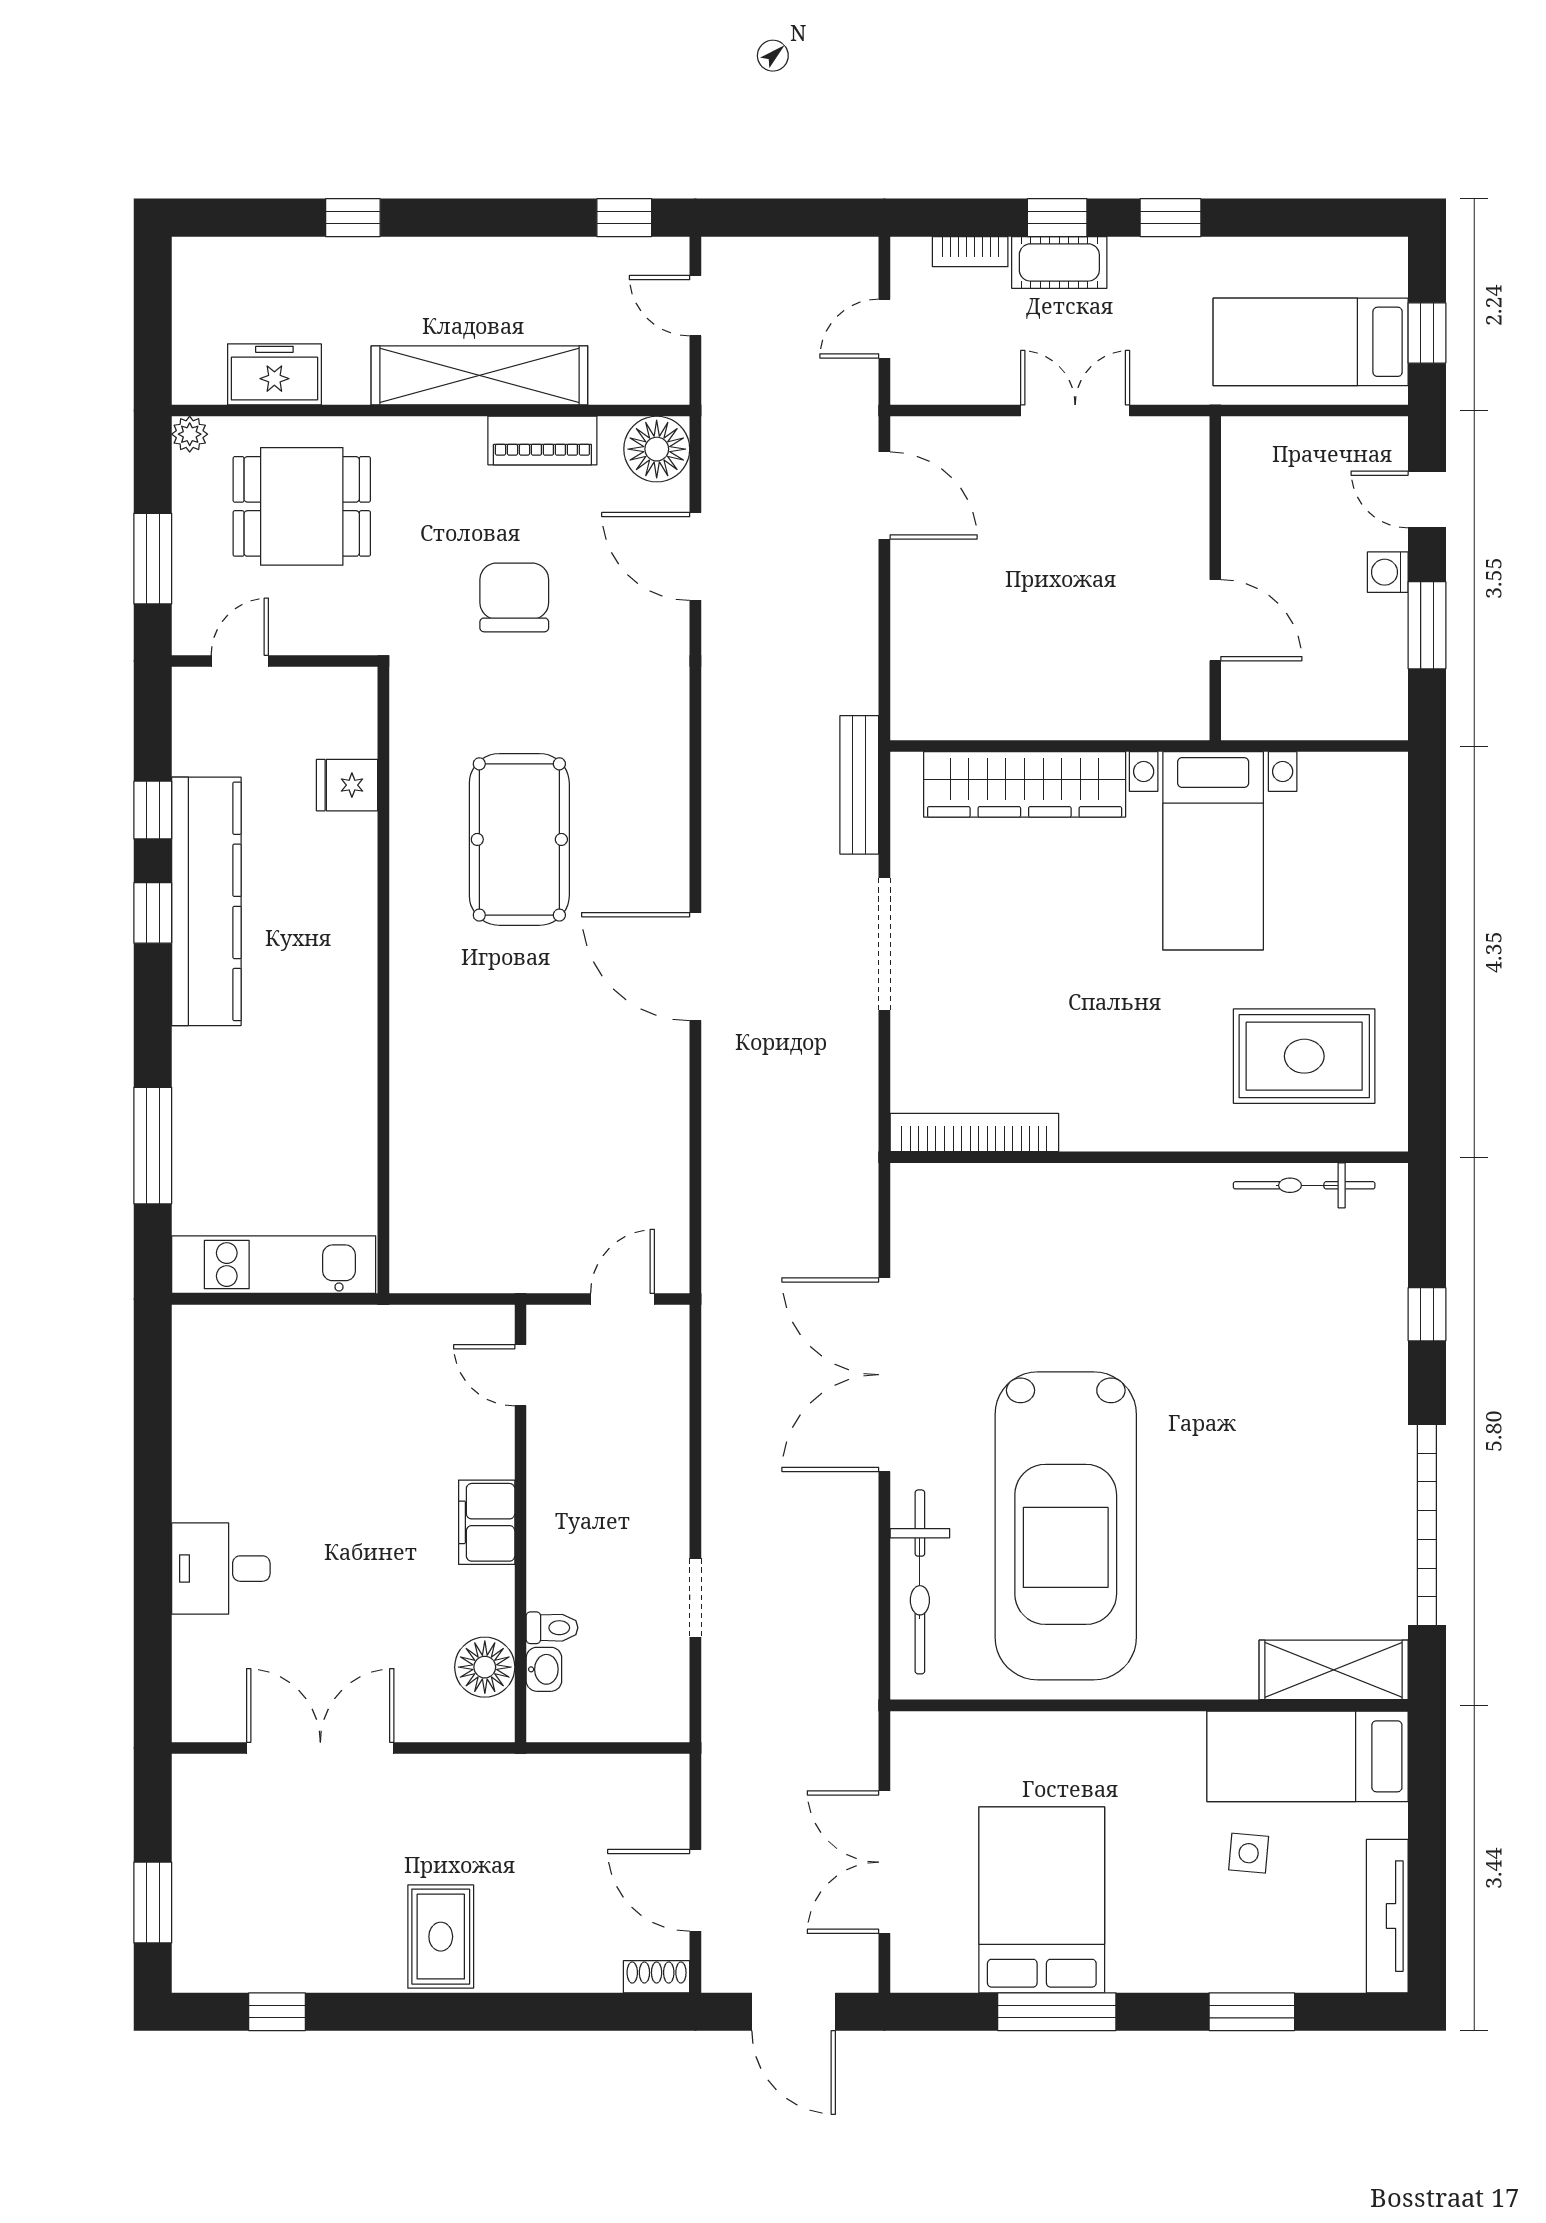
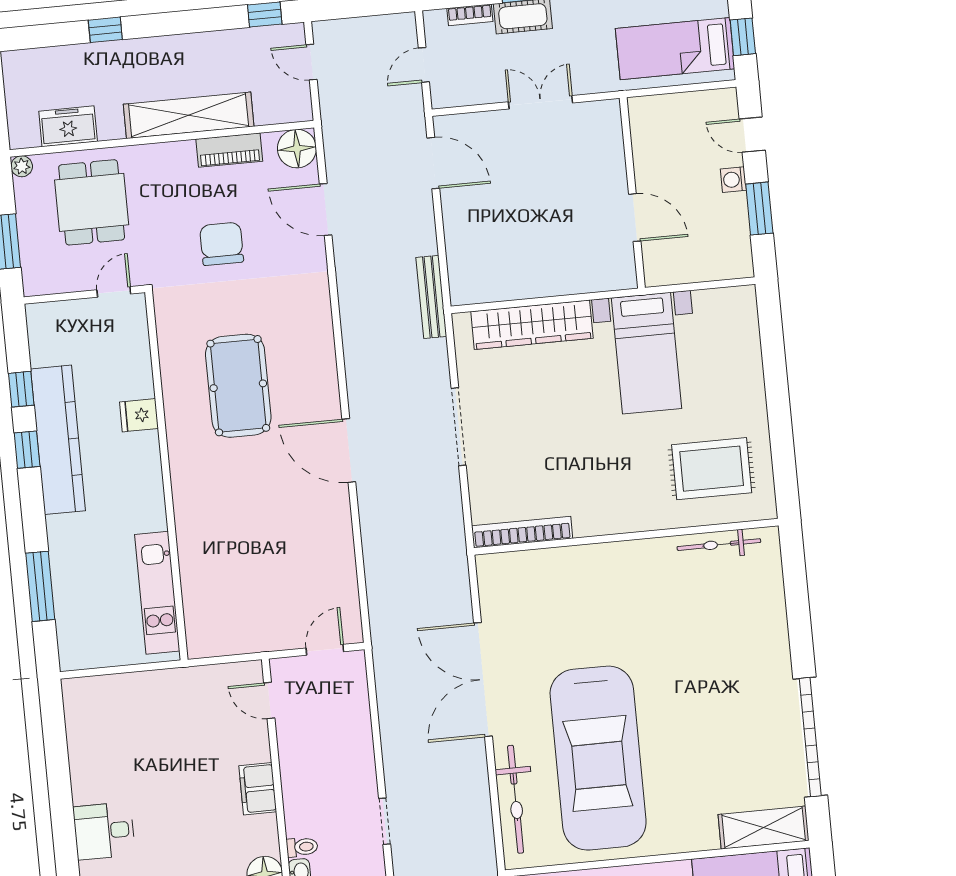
dining table: (302, 506) -> (92, 202), turned 90
door: (240, 661) -> (114, 292), moved
fridge: (347, 785) -> (139, 415), moved
bench: (859, 785) -> (431, 297), moved
kitchen unit: (274, 1265) -> (157, 593), moved, turned -90
window: (1427, 1314) -> (798, 613), removed

